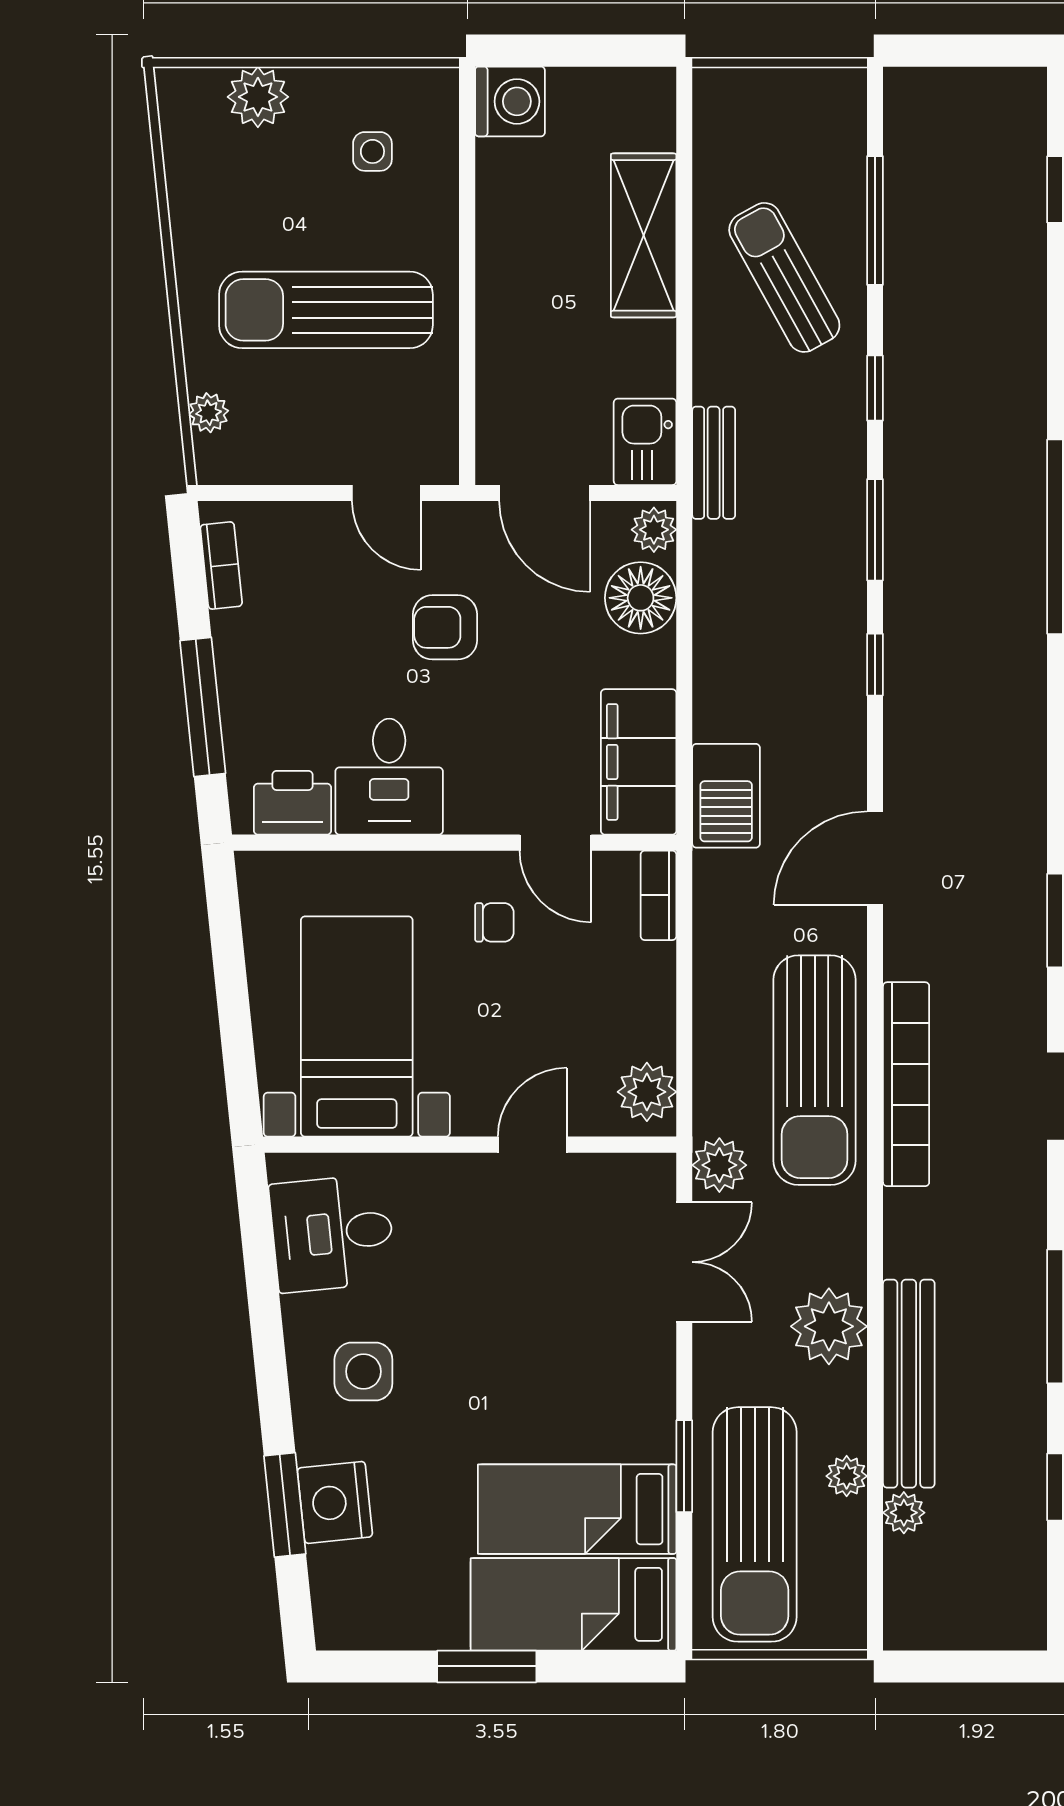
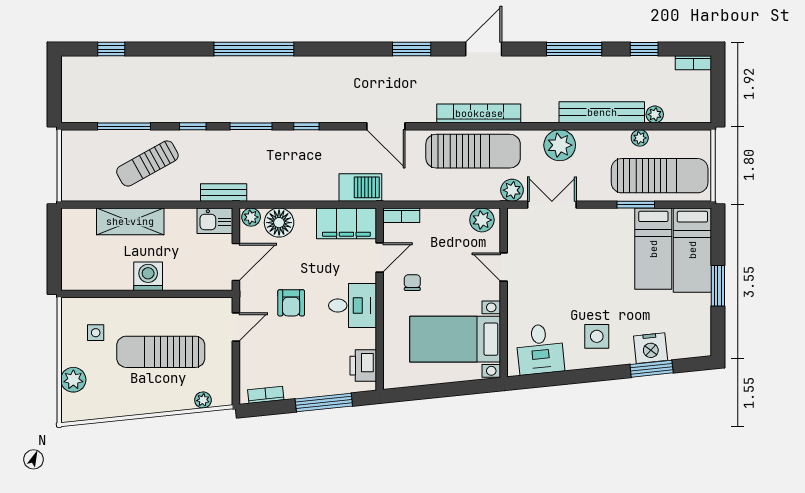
washing machine: (510, 101) -> (148, 276), moved
sun lounger: (326, 310) -> (161, 352), turned 90
desk: (389, 777) -> (352, 305), moved
plant: (829, 1326) -> (560, 145), moved
bookcase: (1030, 1607) -> (693, 63), added

